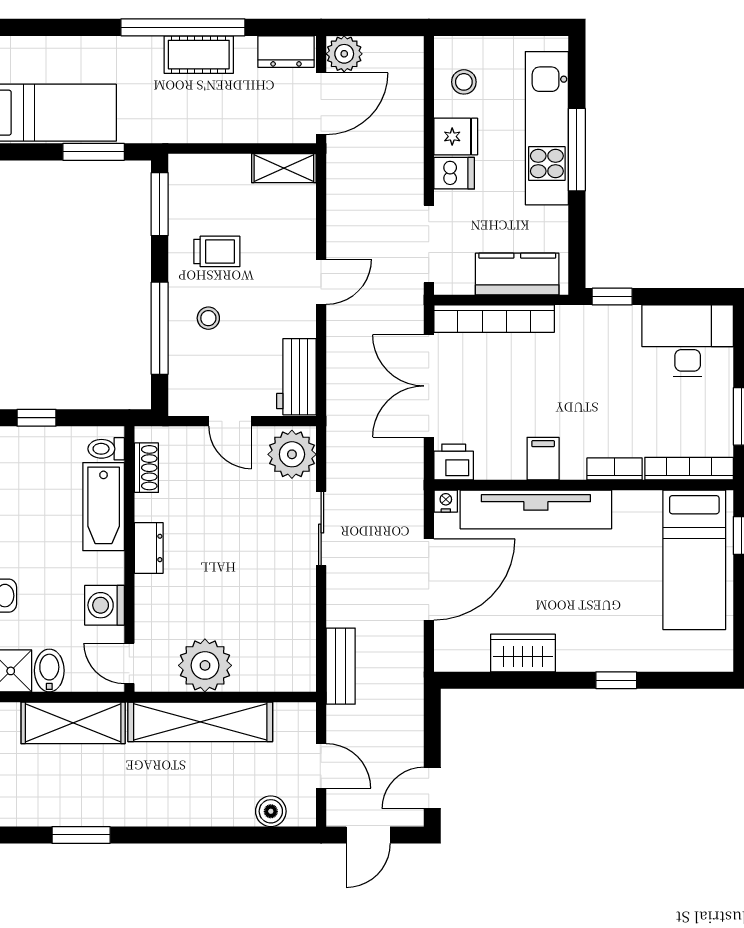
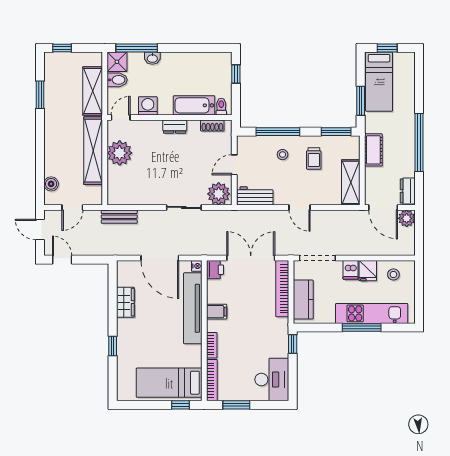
cot: (199, 55) -> (373, 150), moved
shelving: (284, 168) -> (351, 182), width x1.50, depth x1.33

